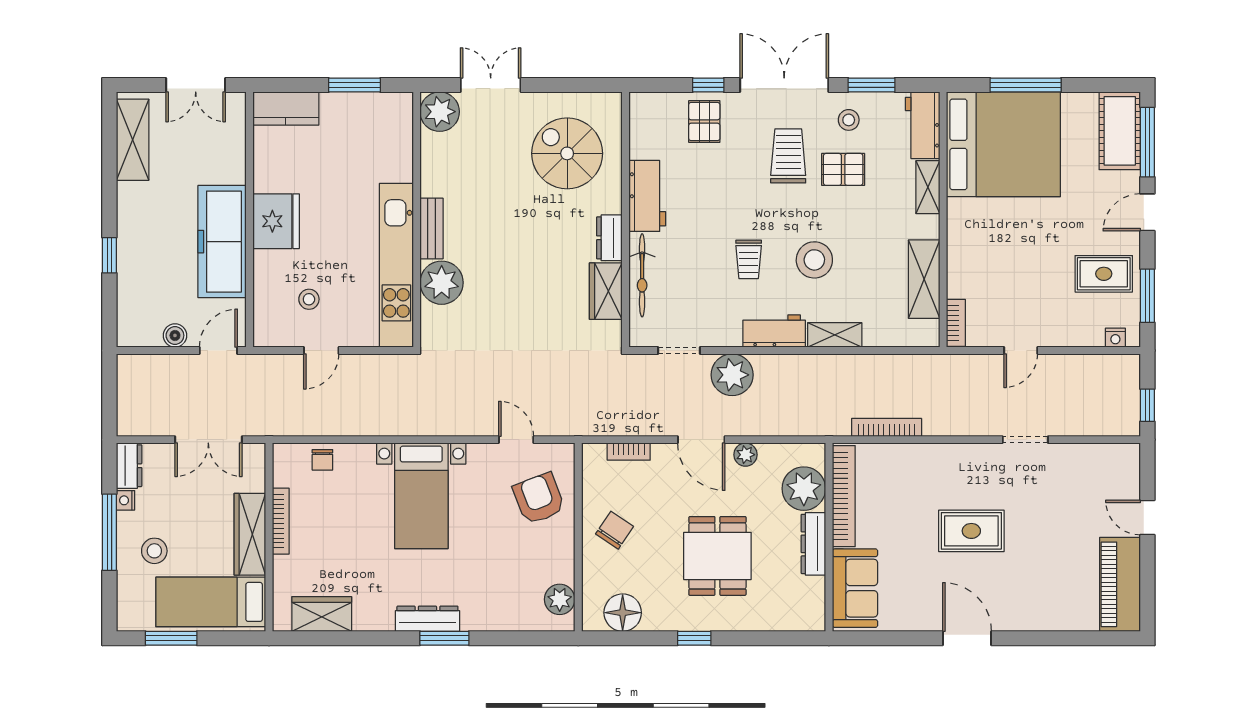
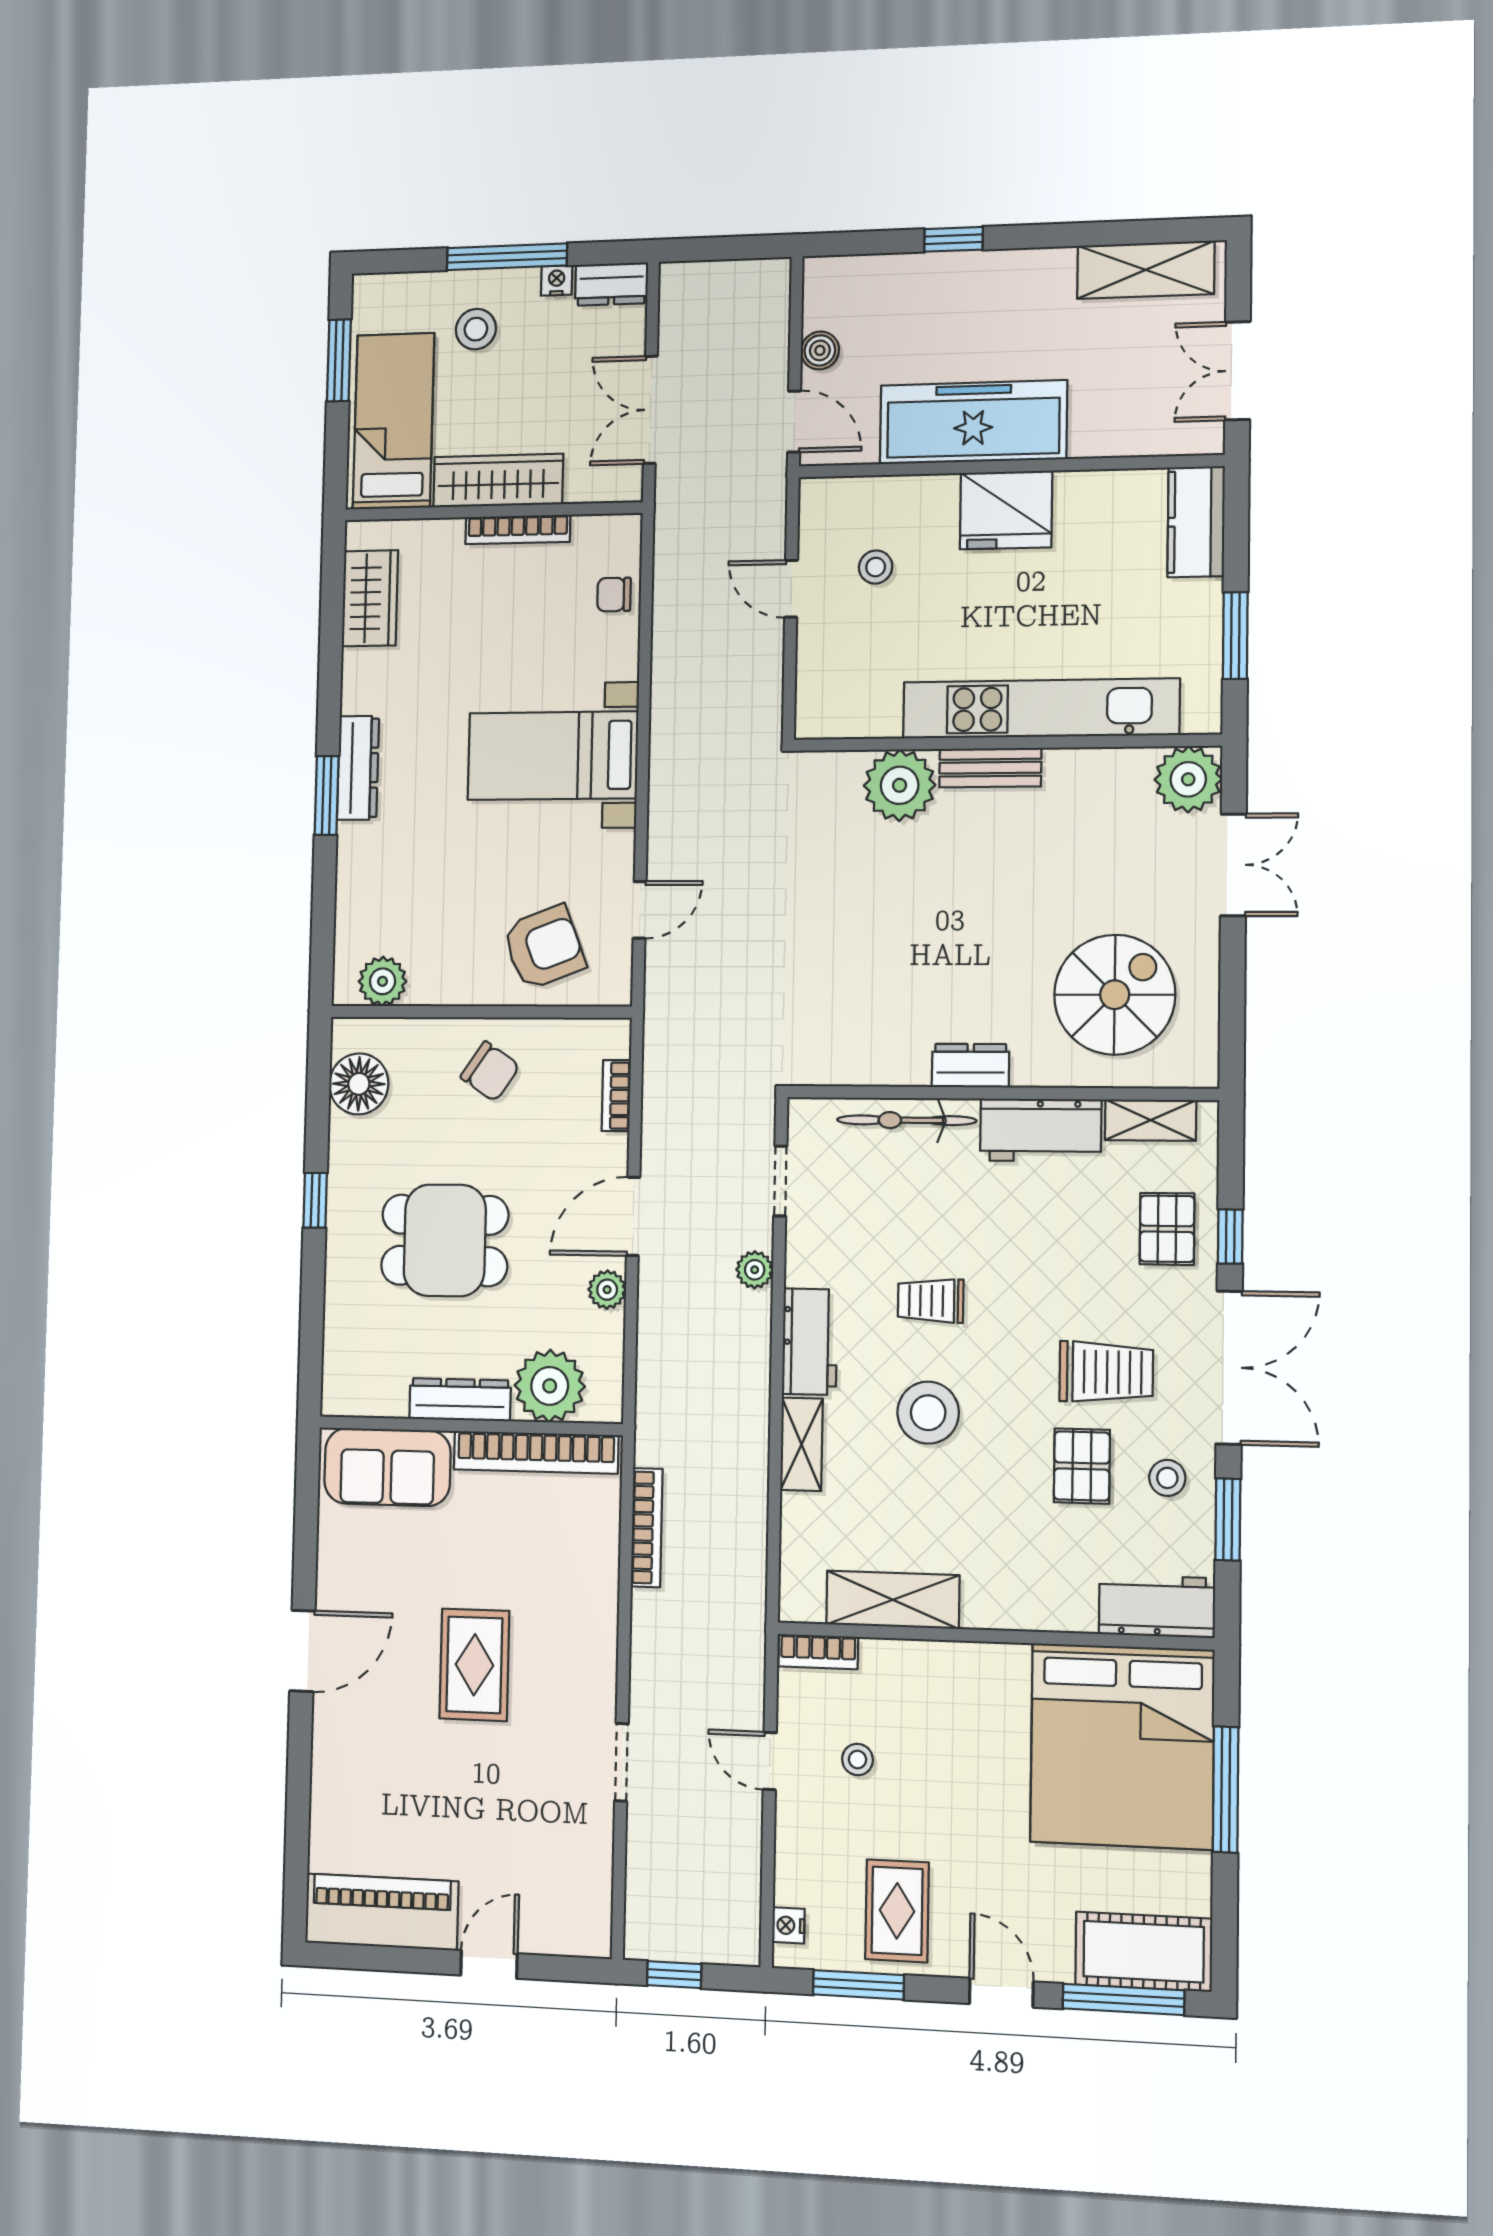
pallet: (704, 122) -> (1167, 1229), turned 90
shelving: (928, 187) -> (1151, 1120), moved
kitchen unit: (396, 265) -> (1041, 709), moved
wardrobe: (606, 291) -> (881, 1059), removed
stool: (1018, 298) -> (858, 1759), added
plant: (732, 375) -> (755, 1270), width x0.53, depth x0.53

